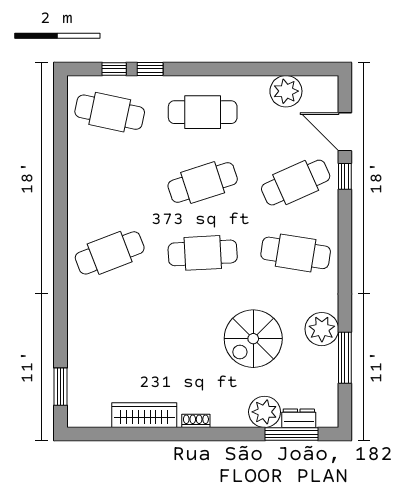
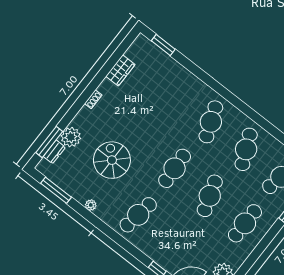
cafe table: (296, 183) -> (246, 149), moved
plant: (322, 329) -> (91, 205), width x0.53, depth x0.53
window: (345, 358) -> (56, 190), moved
wardrobe: (144, 415) -> (120, 70), width x0.67

